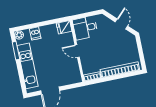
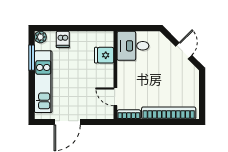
fridge: (64, 27) -> (104, 55), moved
door: (77, 51) -> (115, 97), moved

